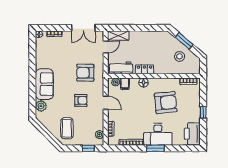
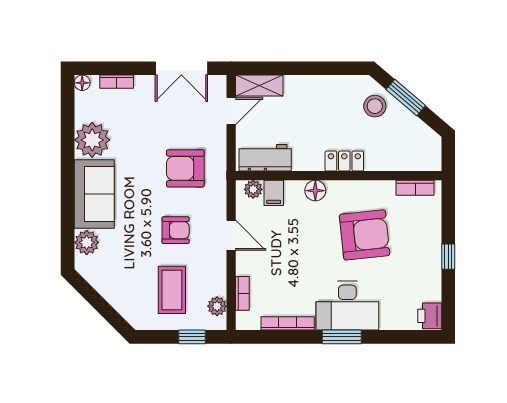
stool: (180, 56) -> (375, 106), moved
plant: (43, 60) -> (92, 140), added
locker: (145, 69) -> (344, 161), moved
coffee table: (67, 128) -> (172, 290), moved
printer: (192, 134) -> (430, 316), width x0.53, depth x0.68

